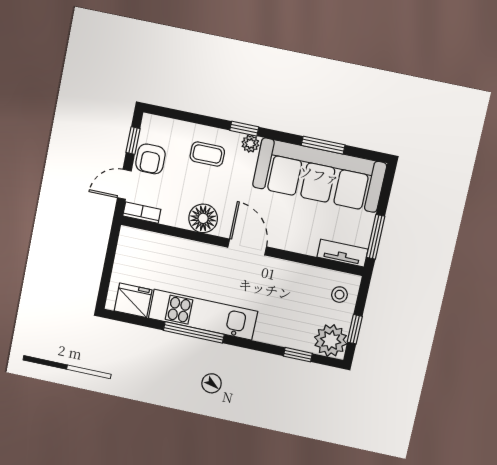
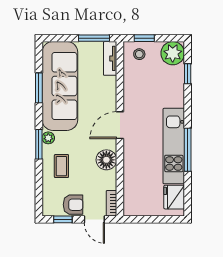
window: (244, 129) -> (39, 144), width x1.50
window: (355, 329) -> (144, 38), moved

